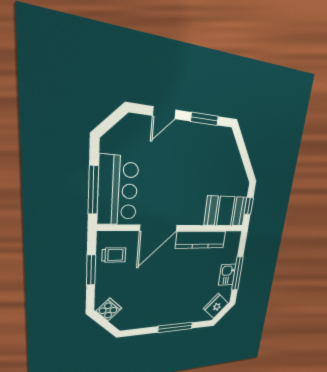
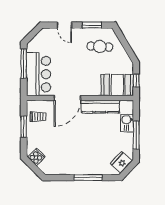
door: (164, 113) -> (64, 25), hinge flipped
cafe table: (211, 154) -> (100, 47), added
window: (93, 190) -> (24, 64), moved
kitchen sink: (227, 275) -> (127, 123), moved

